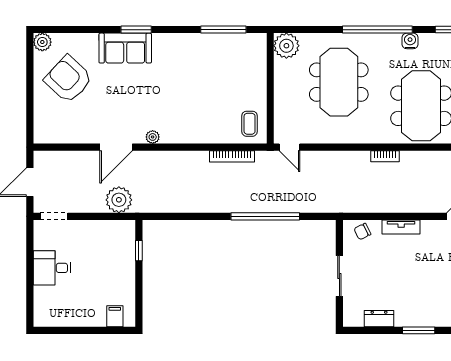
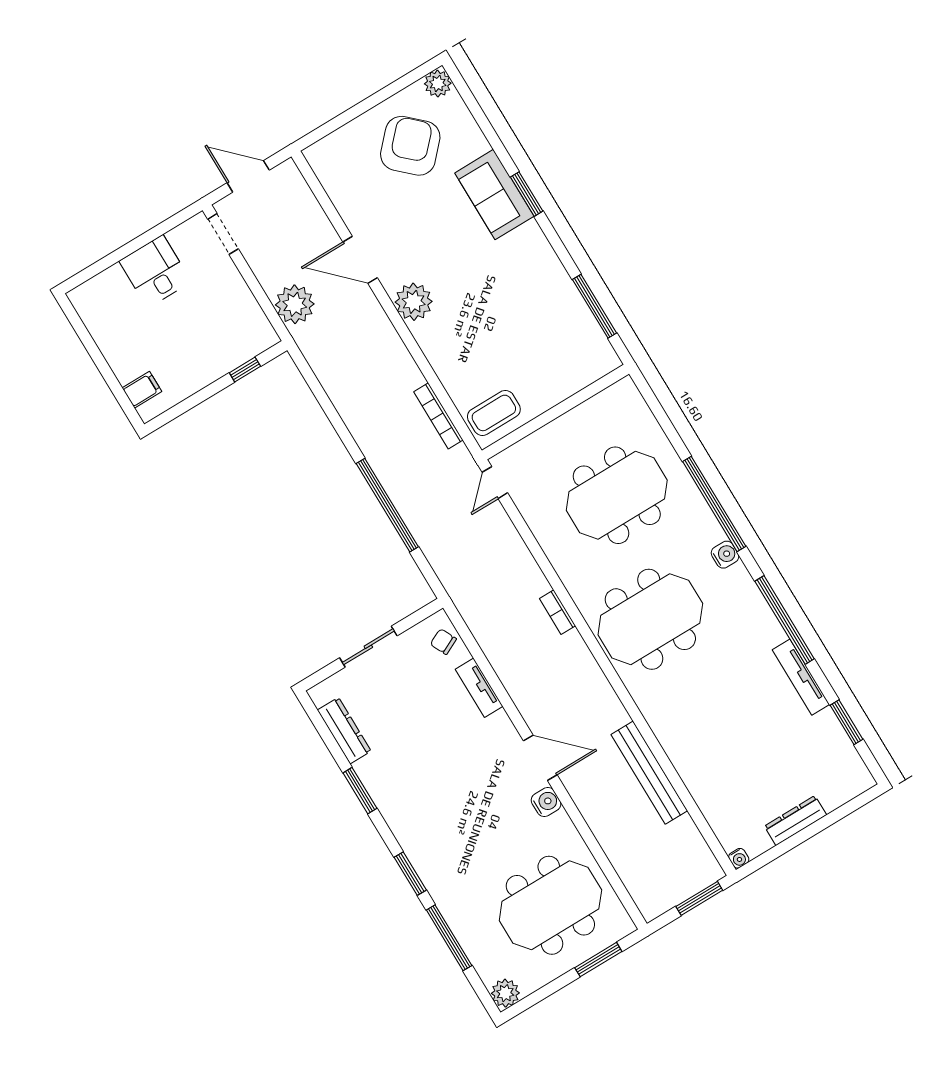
plant: (286, 46) -> (623, 400), removed
coffee table: (250, 124) -> (494, 413), width x1.36, depth x1.30
plant: (153, 137) -> (414, 302), width x1.87, depth x1.87
dresser: (379, 319) -> (344, 731), width x1.44

